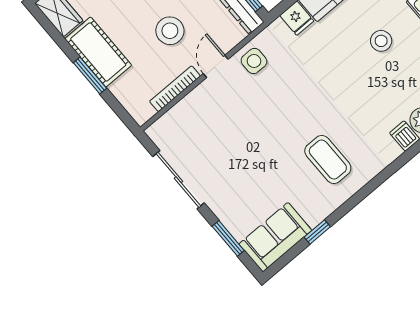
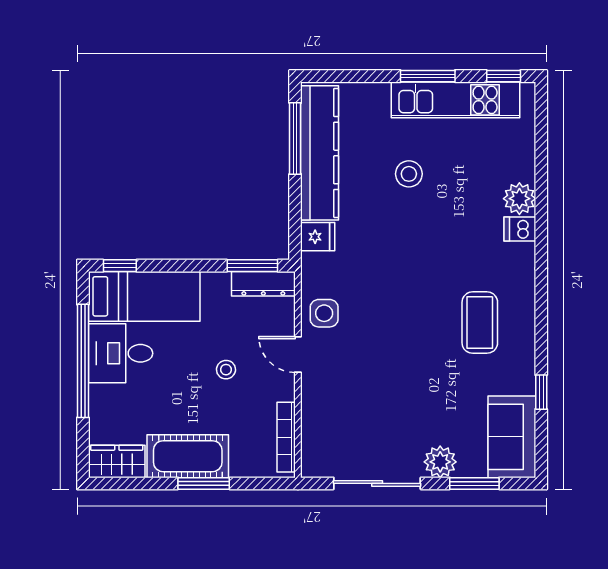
stool: (170, 31) -> (226, 370), width x0.53, depth x0.53
bookcase: (175, 89) -> (286, 437), moved
coffee table: (328, 159) -> (480, 323), turned 90
plant: (224, 207) -> (440, 462), added

